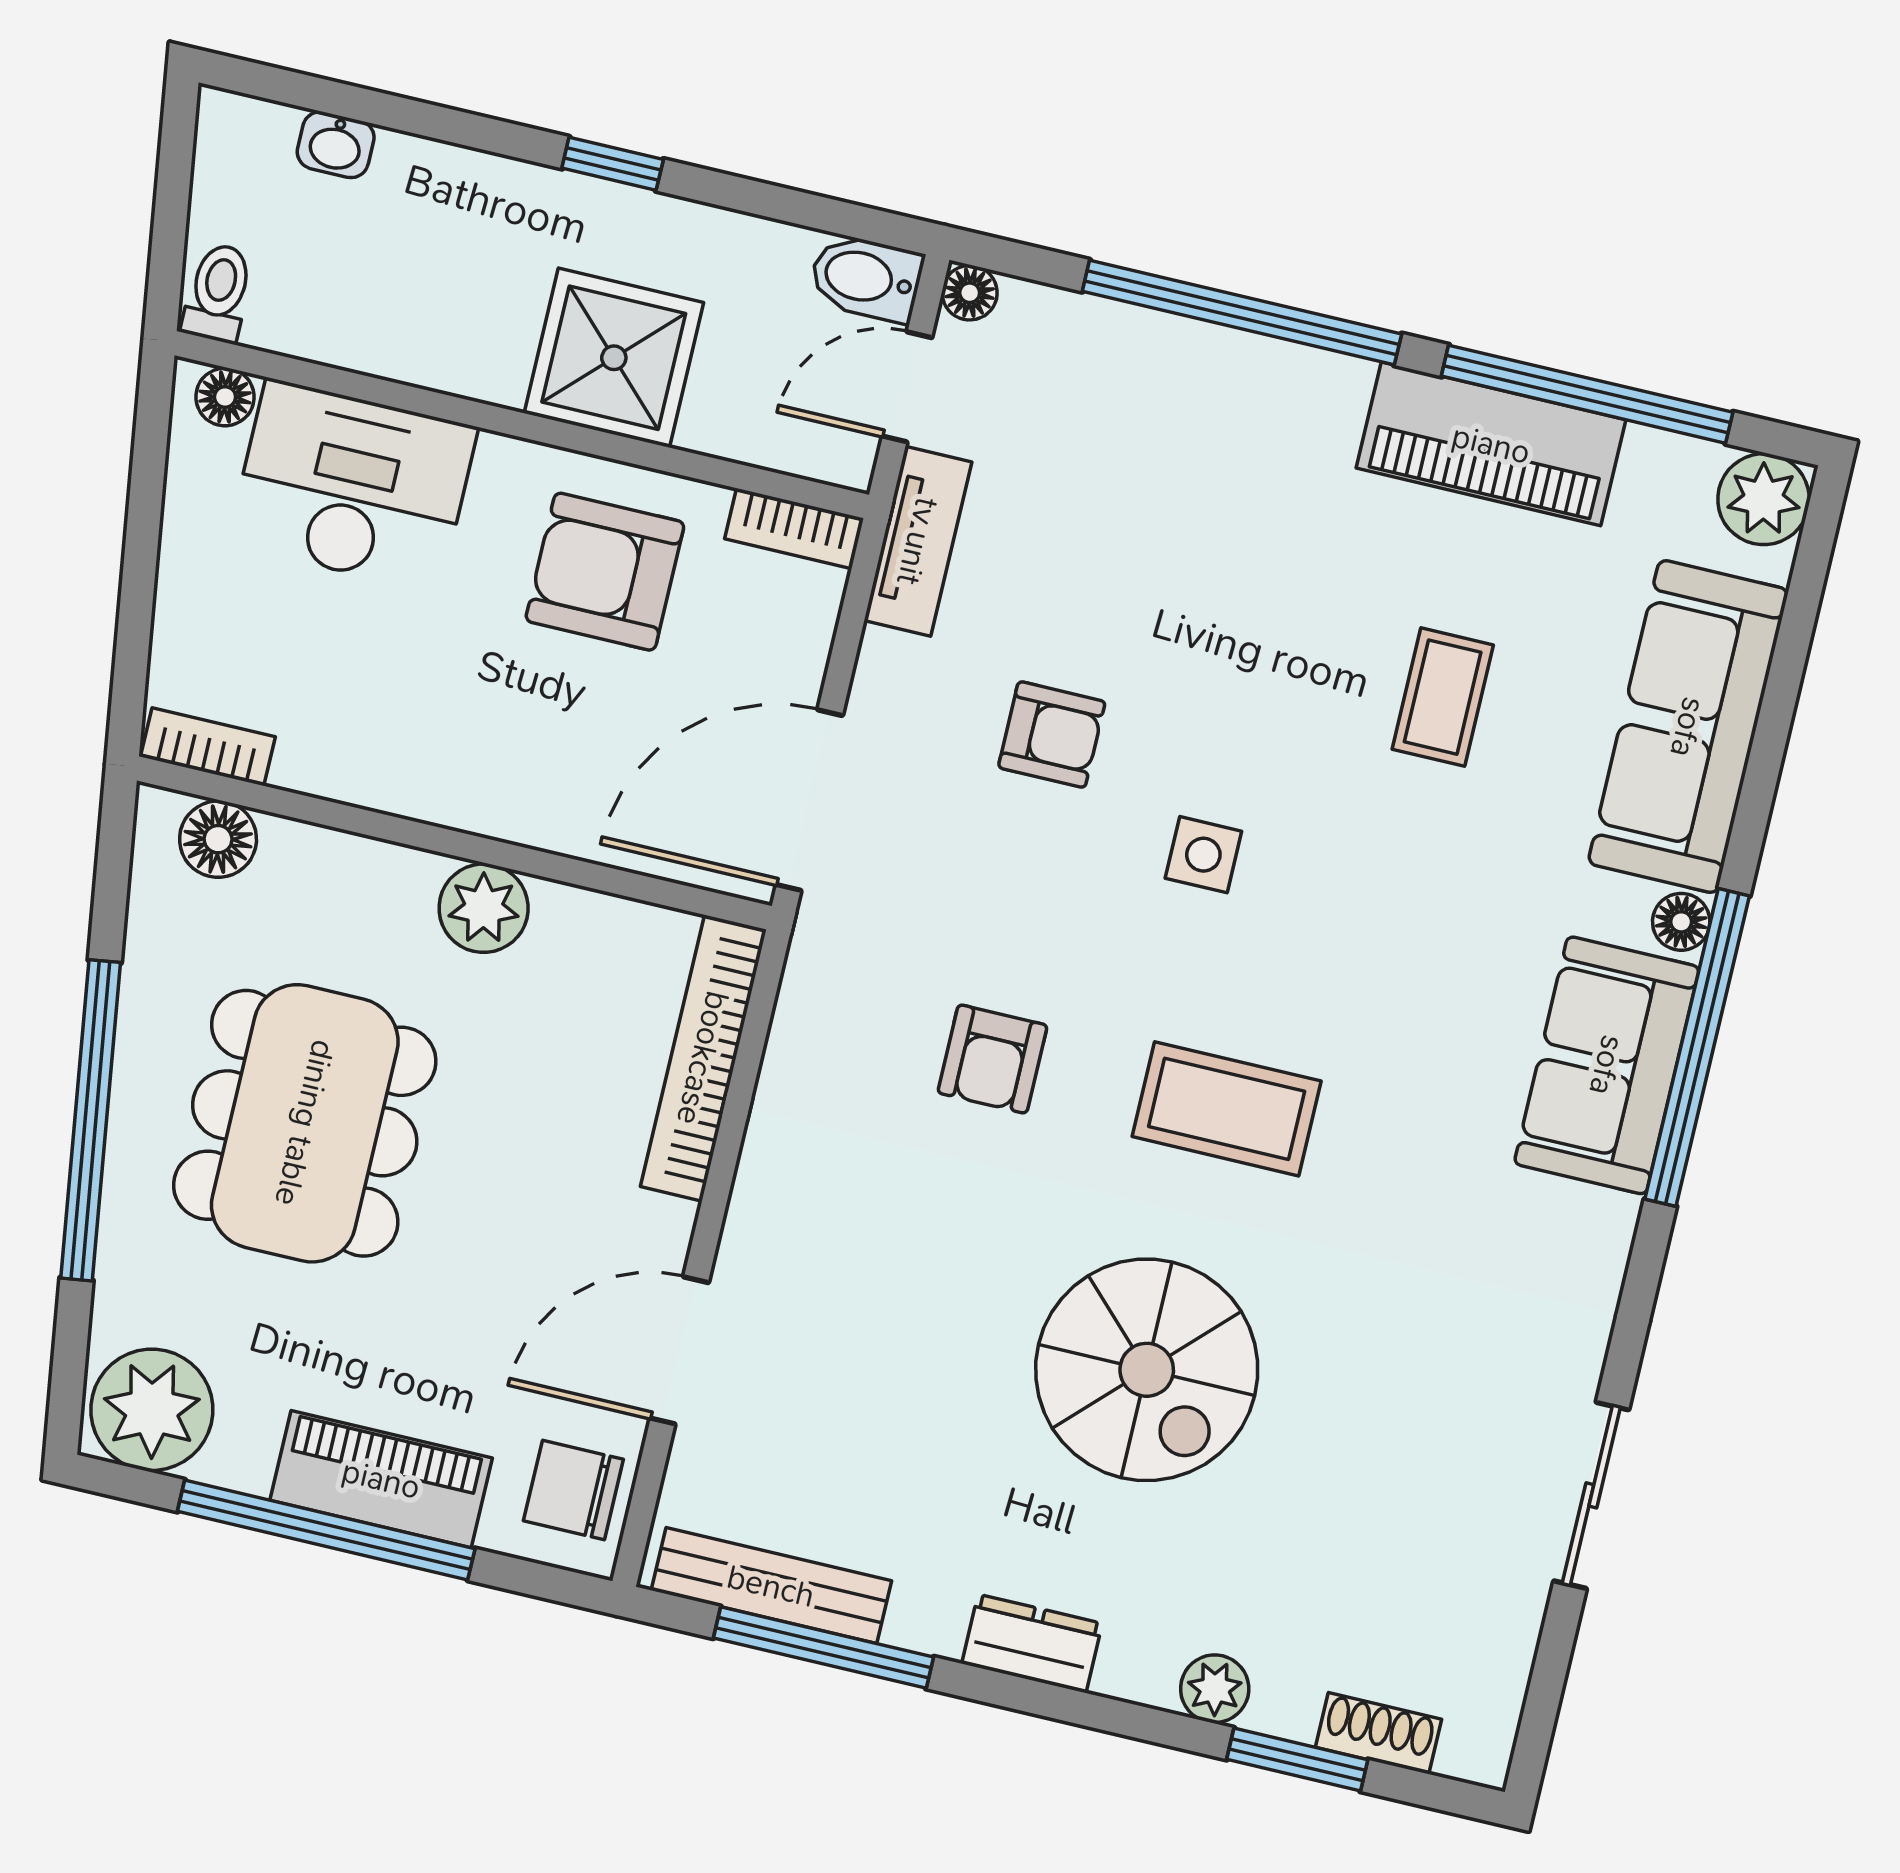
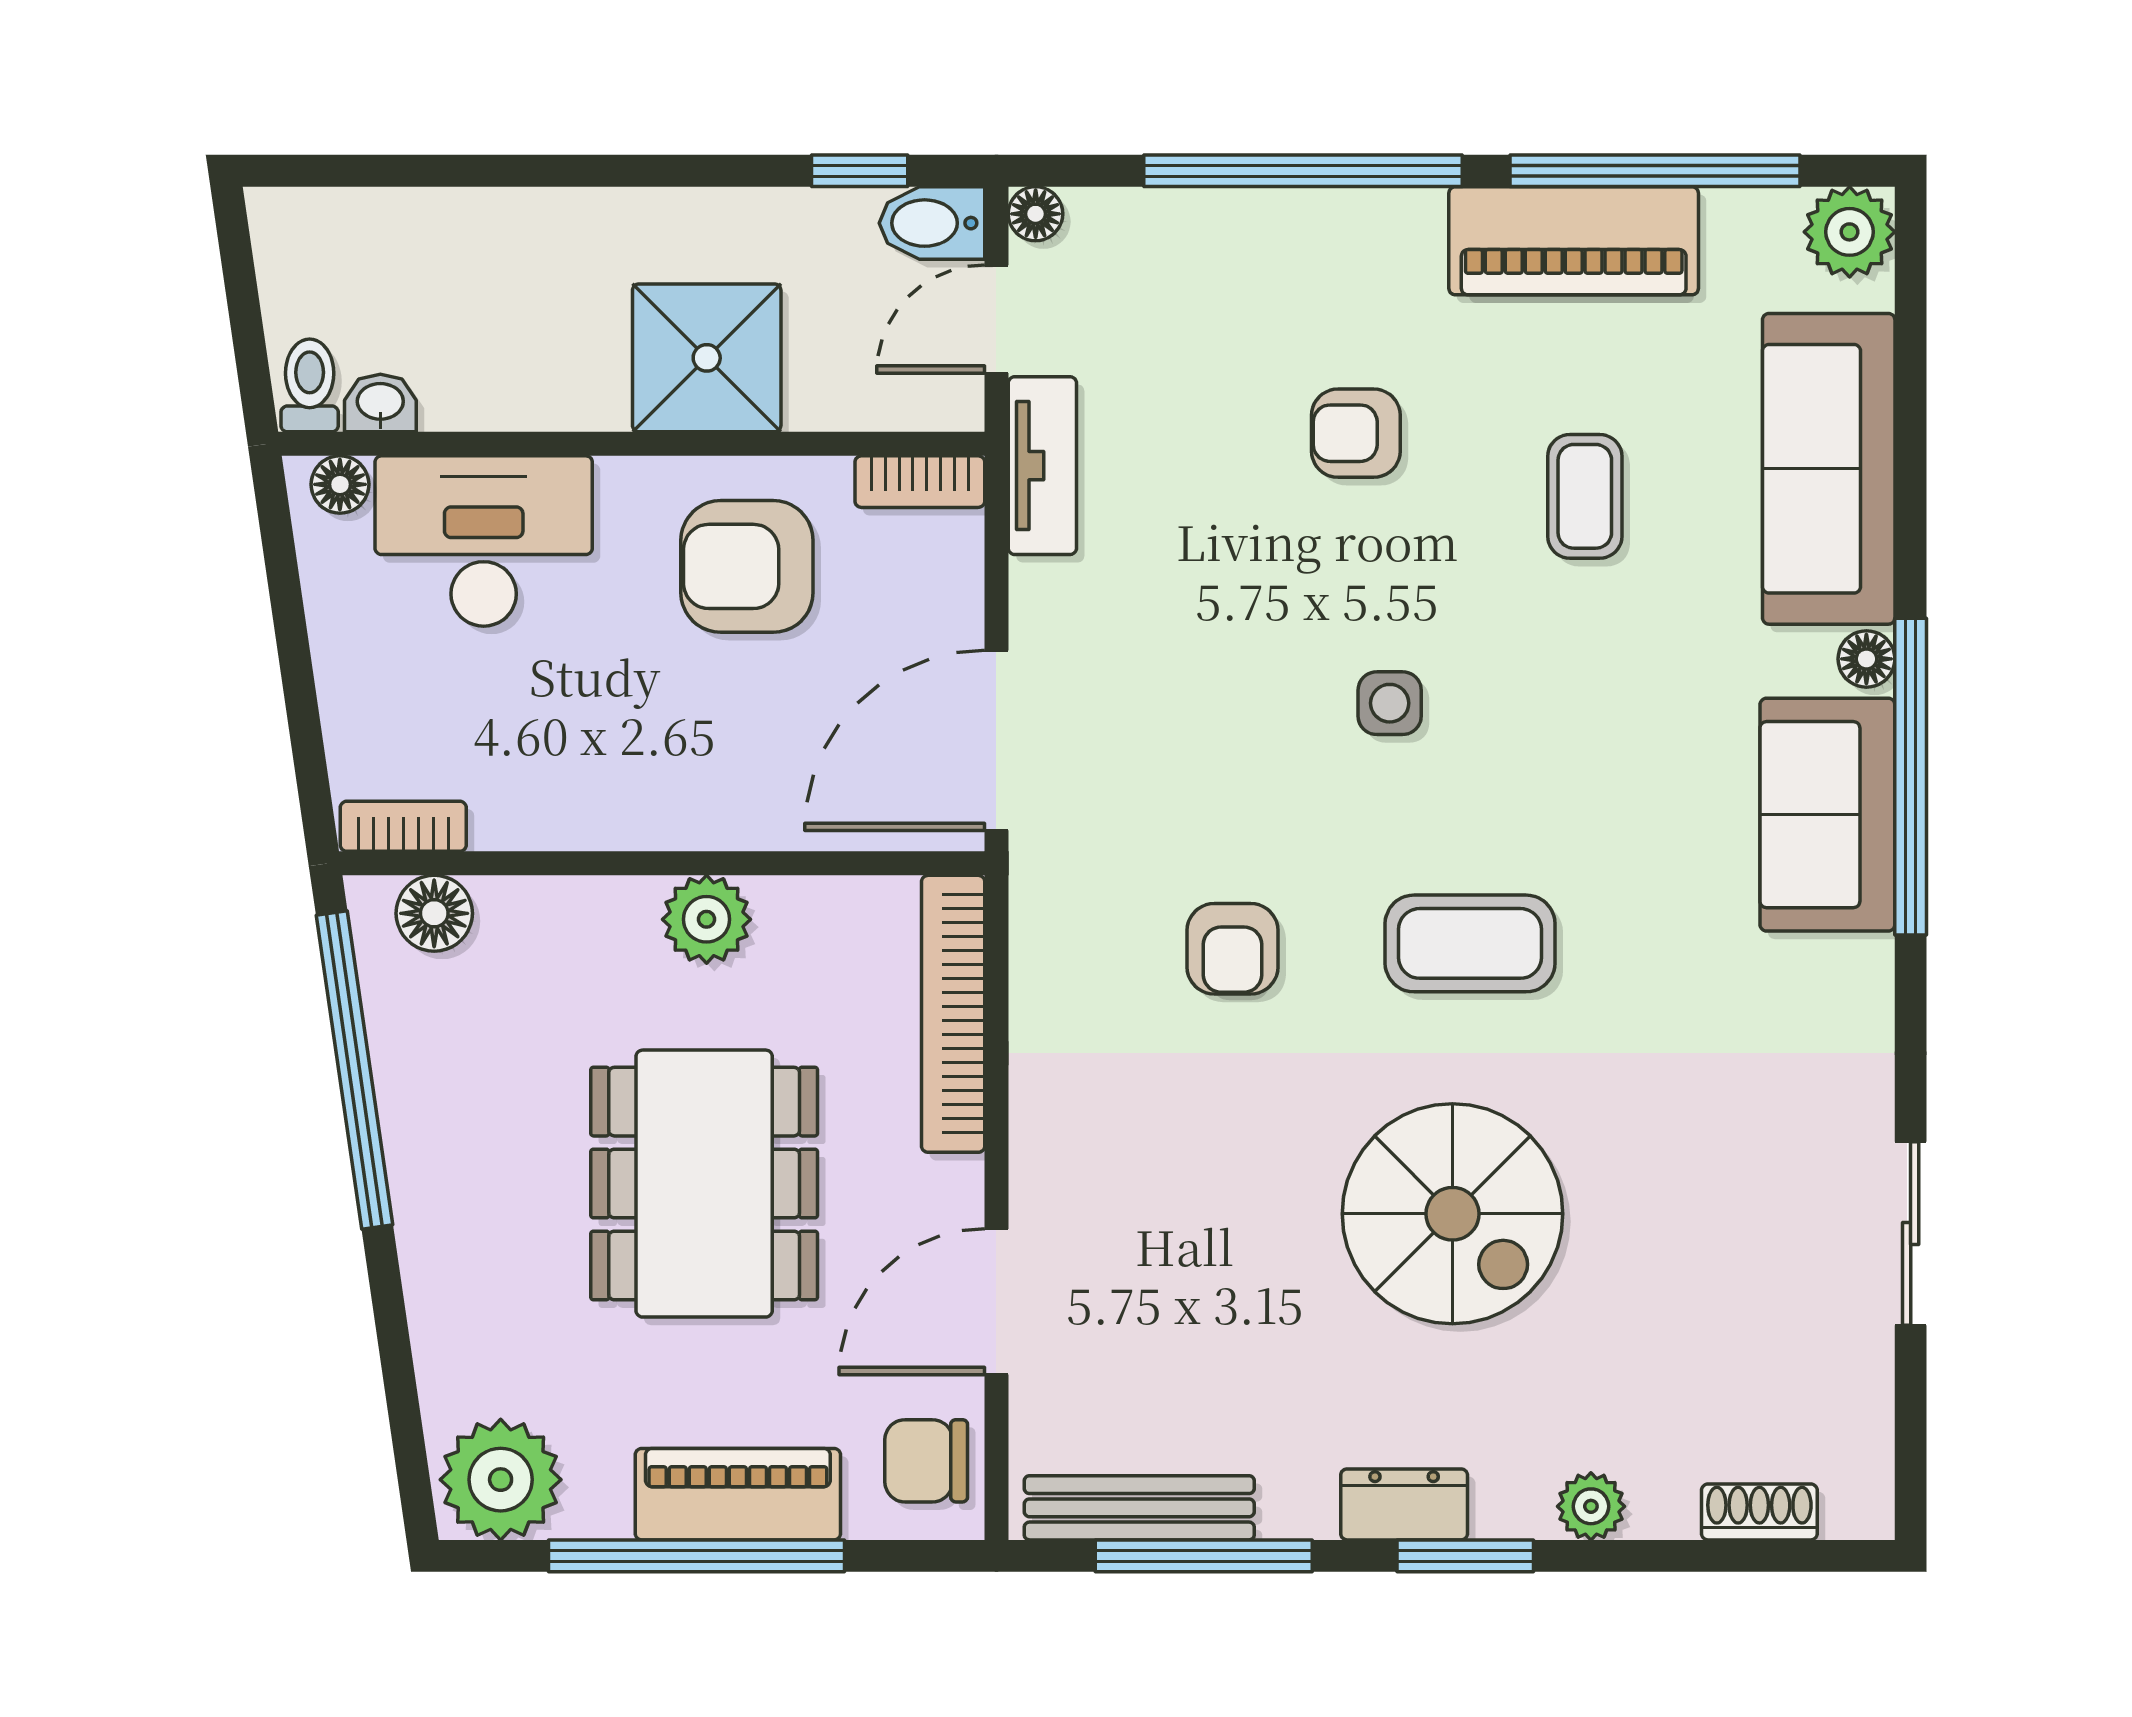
washbasin: (336, 145) -> (380, 403), moved, turned 180
window: (613, 164) -> (860, 171), moved
armchair: (1052, 735) -> (1356, 433), moved, turned 180
window: (91, 1120) -> (354, 1070), moved
dining table: (305, 1123) -> (704, 1184), moved
window: (1297, 1760) -> (1465, 1556), moved

